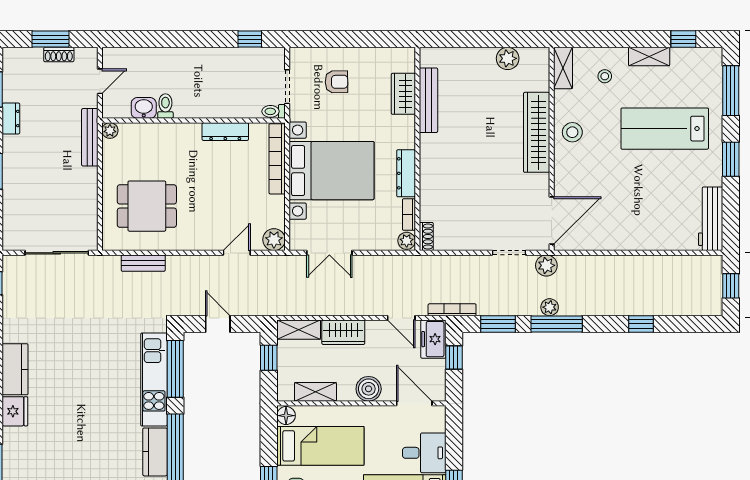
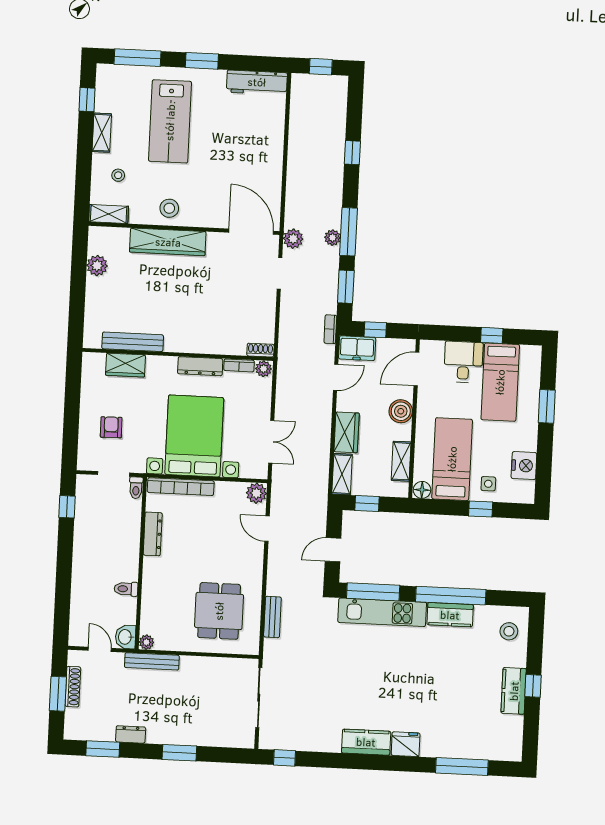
shoe rack: (59, 55) -> (73, 687), width x1.43
washbasin: (144, 108) -> (125, 637), moved
bookcase: (452, 310) -> (330, 329), width x0.64

